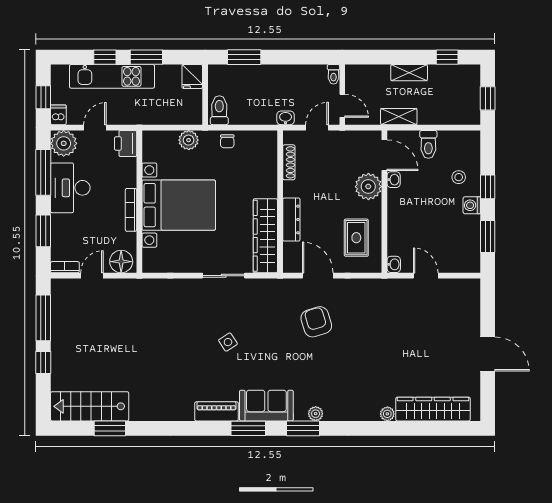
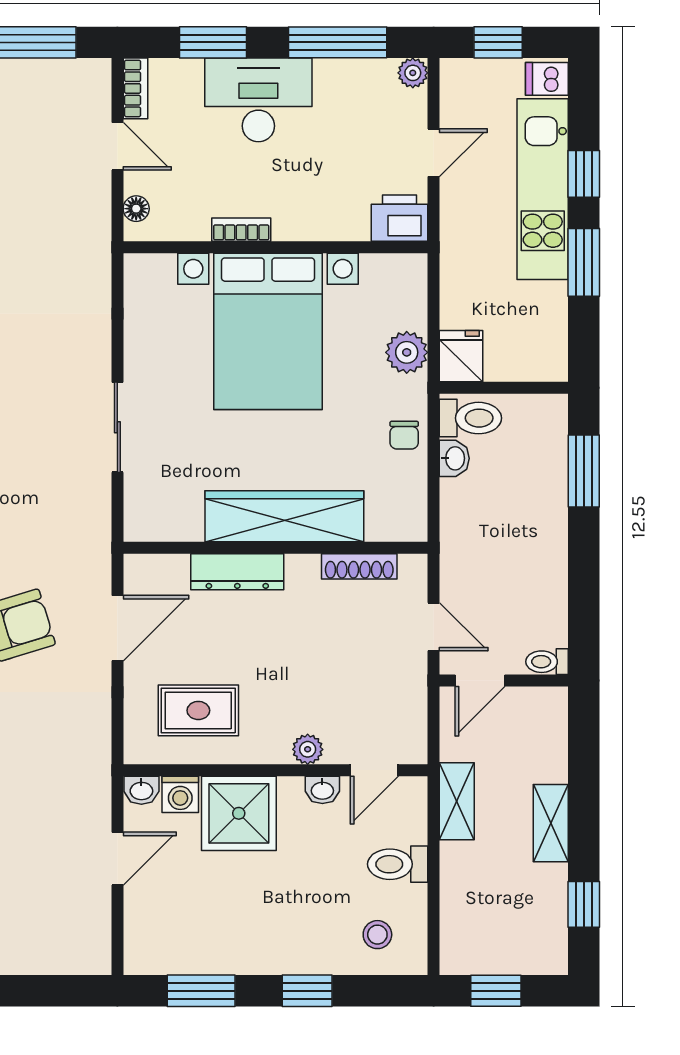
fridge: (192, 77) -> (461, 356), moved, turned 90
dishwasher: (58, 115) -> (547, 79), moved, turned 180
washbasin: (286, 118) -> (454, 458), moved
door: (95, 128) -> (434, 153), hinge flipped
chair: (227, 141) -> (404, 435), turned -90
plant: (64, 143) -> (413, 73), width x0.53, depth x0.53
door: (384, 155) -> (374, 770), width x0.73
stool: (459, 177) -> (377, 935), moved
plant: (368, 187) -> (308, 749), width x0.53, depth x0.53
desk: (70, 188) -> (258, 100), moved
washing machine: (472, 205) -> (180, 794), moved, turned 180
bookcase: (131, 210) -> (241, 230), width x0.64
shower: (404, 219) -> (239, 813), added
wardrobe: (265, 236) -> (284, 516), moved
floor lamp: (121, 262) -> (136, 209), width x0.53, depth x0.53

